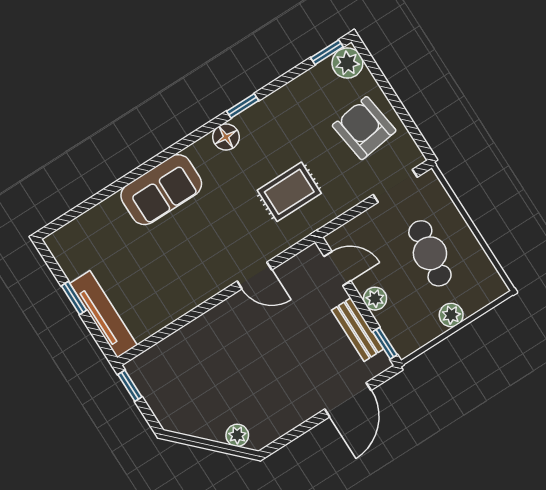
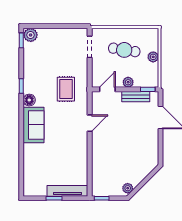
armchair: (364, 128) -> (60, 45), removed
sofa: (161, 190) -> (34, 125), moved
plant: (237, 435) -> (128, 188), moved

